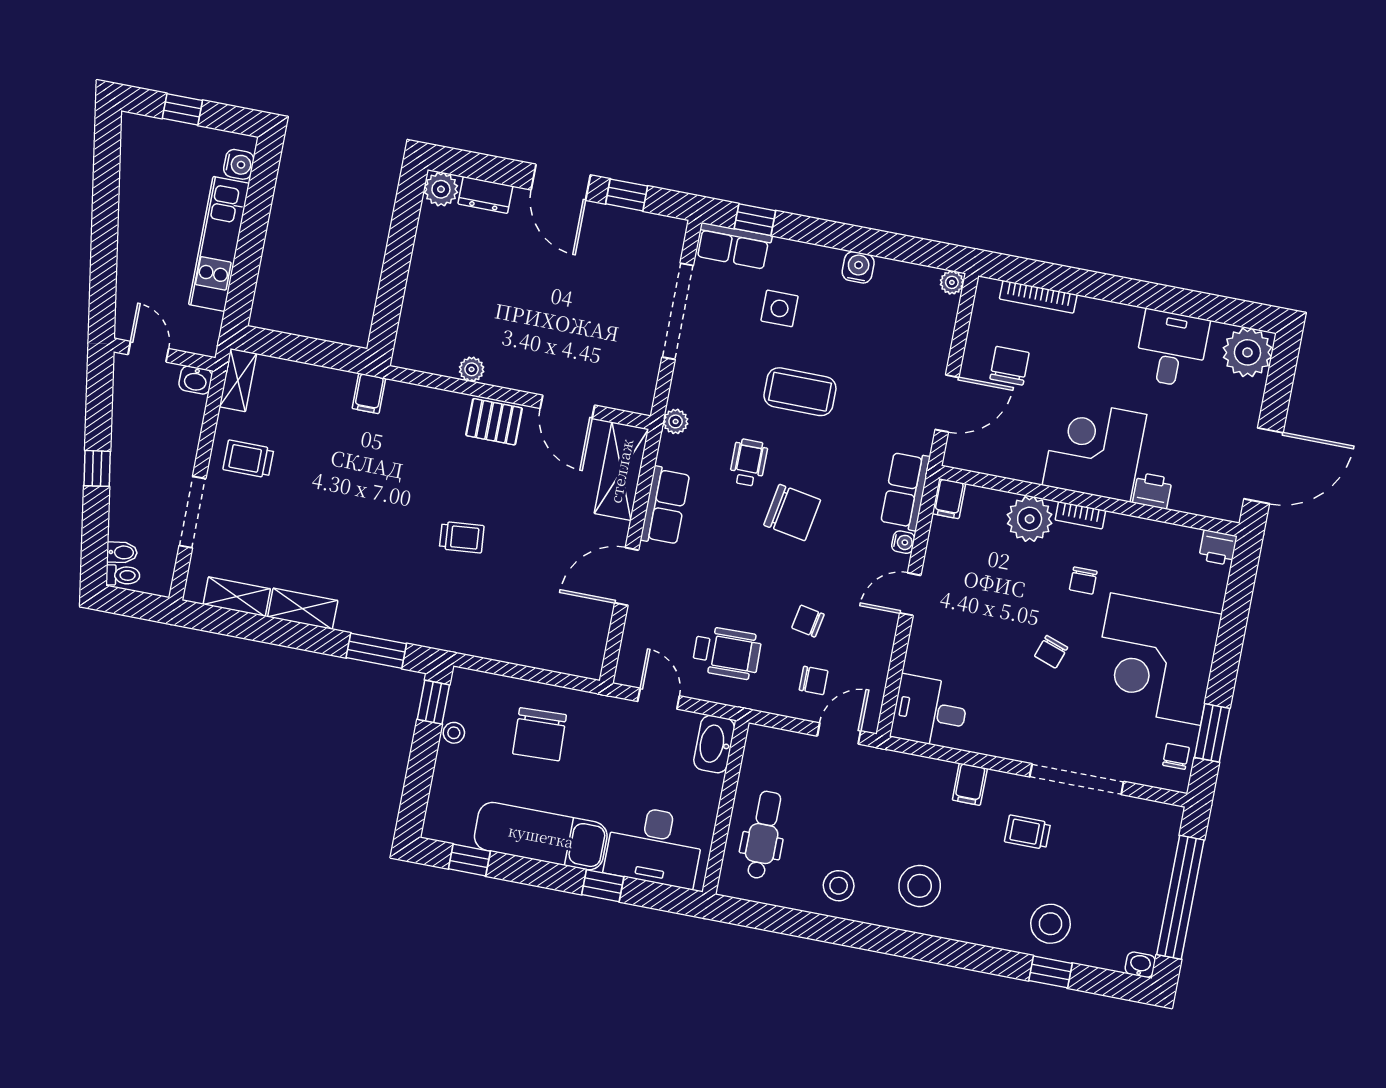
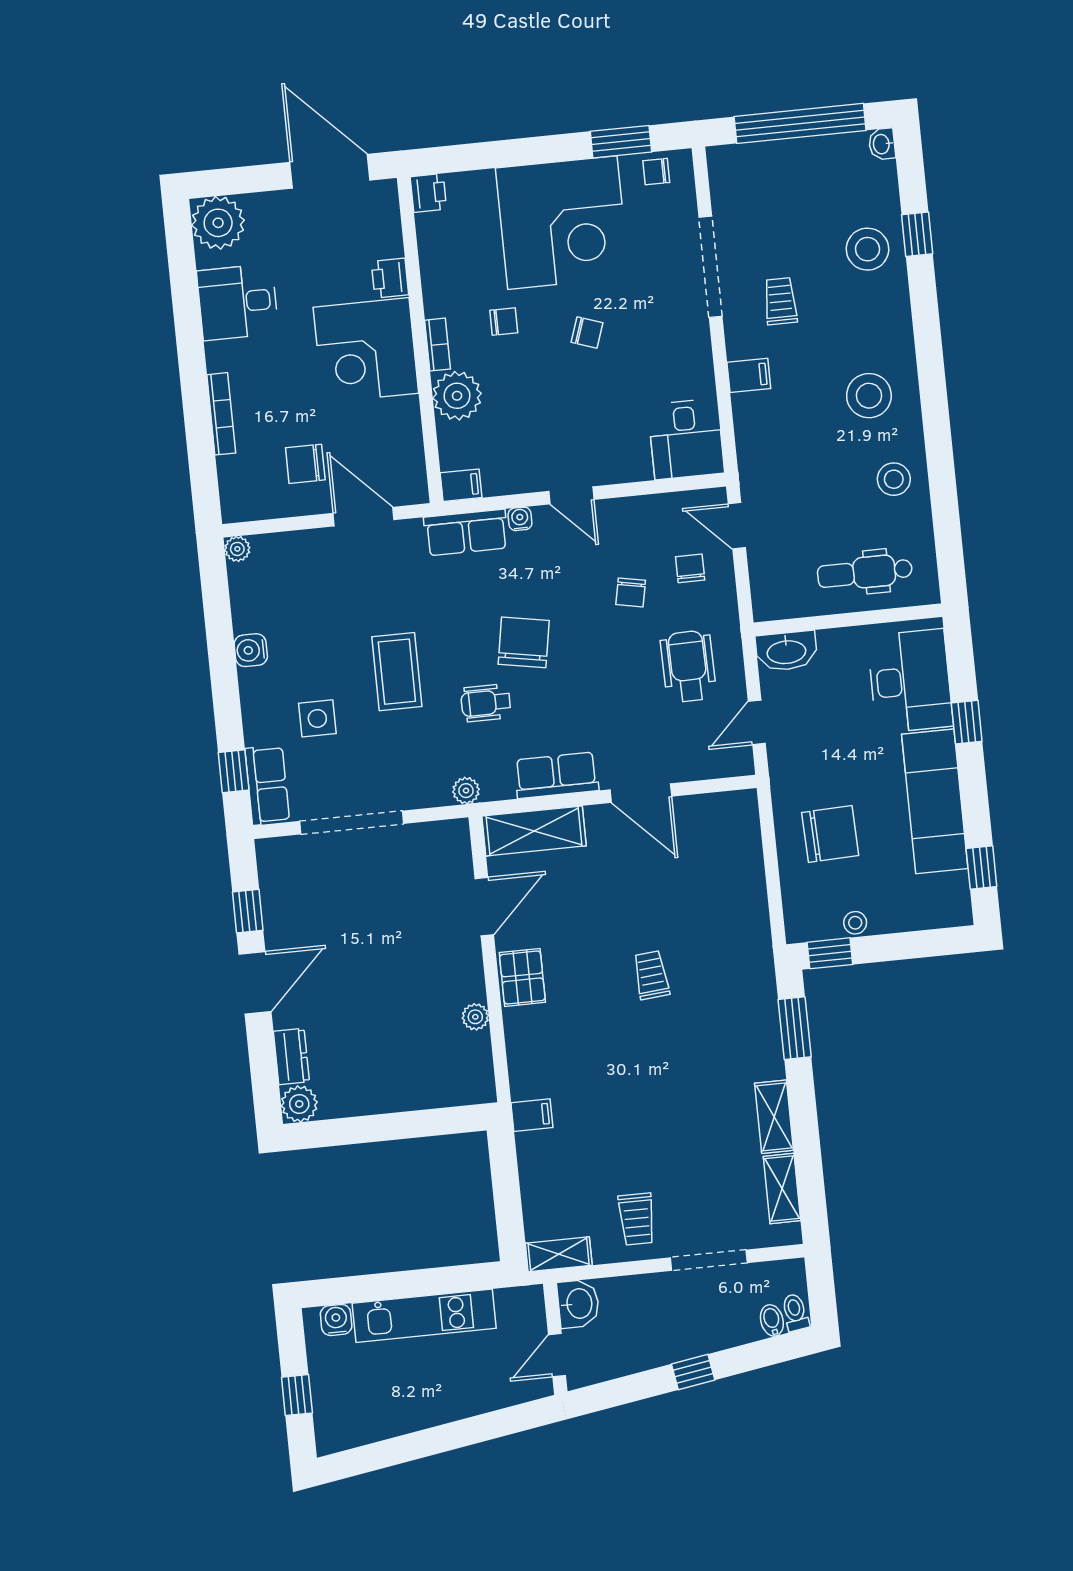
bookcase: (1038, 297) -> (221, 414), moved
washbasin: (196, 380) -> (578, 1304), width x1.38, depth x1.45
trolley: (1027, 832) -> (780, 301), turned 180

